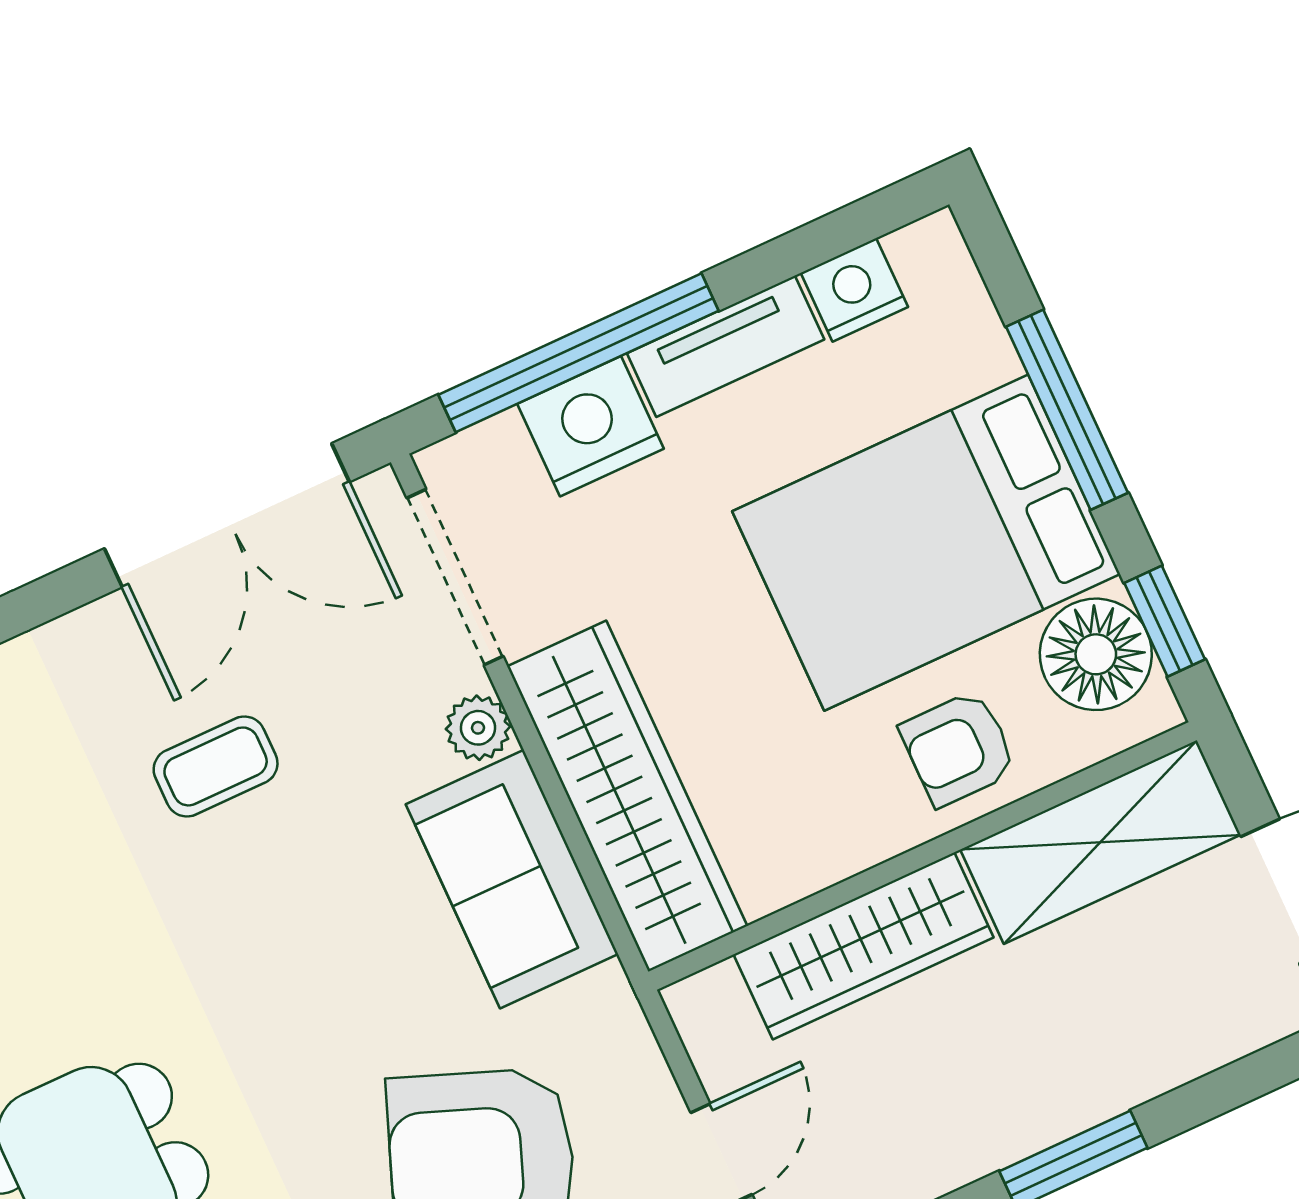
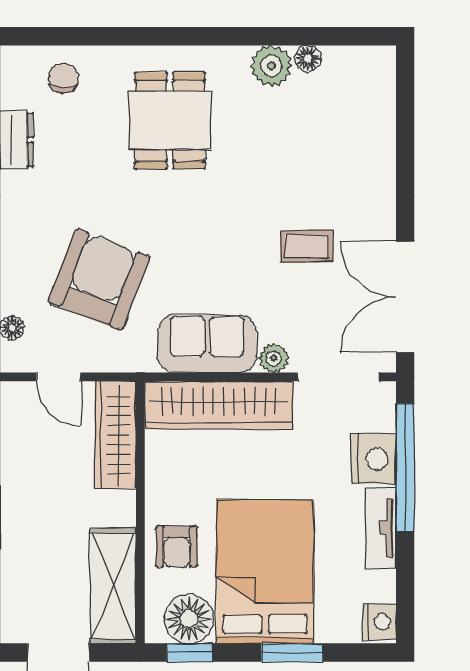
nightstand: (854, 290) -> (379, 622), moved
window: (1067, 410) -> (292, 653), width x0.69
armchair: (958, 748) -> (177, 547), turned 180
coffee table: (216, 766) -> (307, 246), turned 90
wardrobe: (864, 946) -> (115, 435), moved

